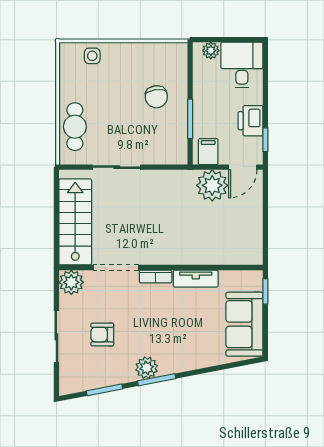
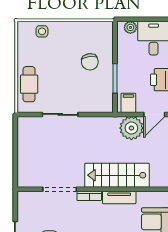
stairs: (75, 222) -> (117, 175), moved, turned -90
plant: (71, 282) -> (26, 200), removed

